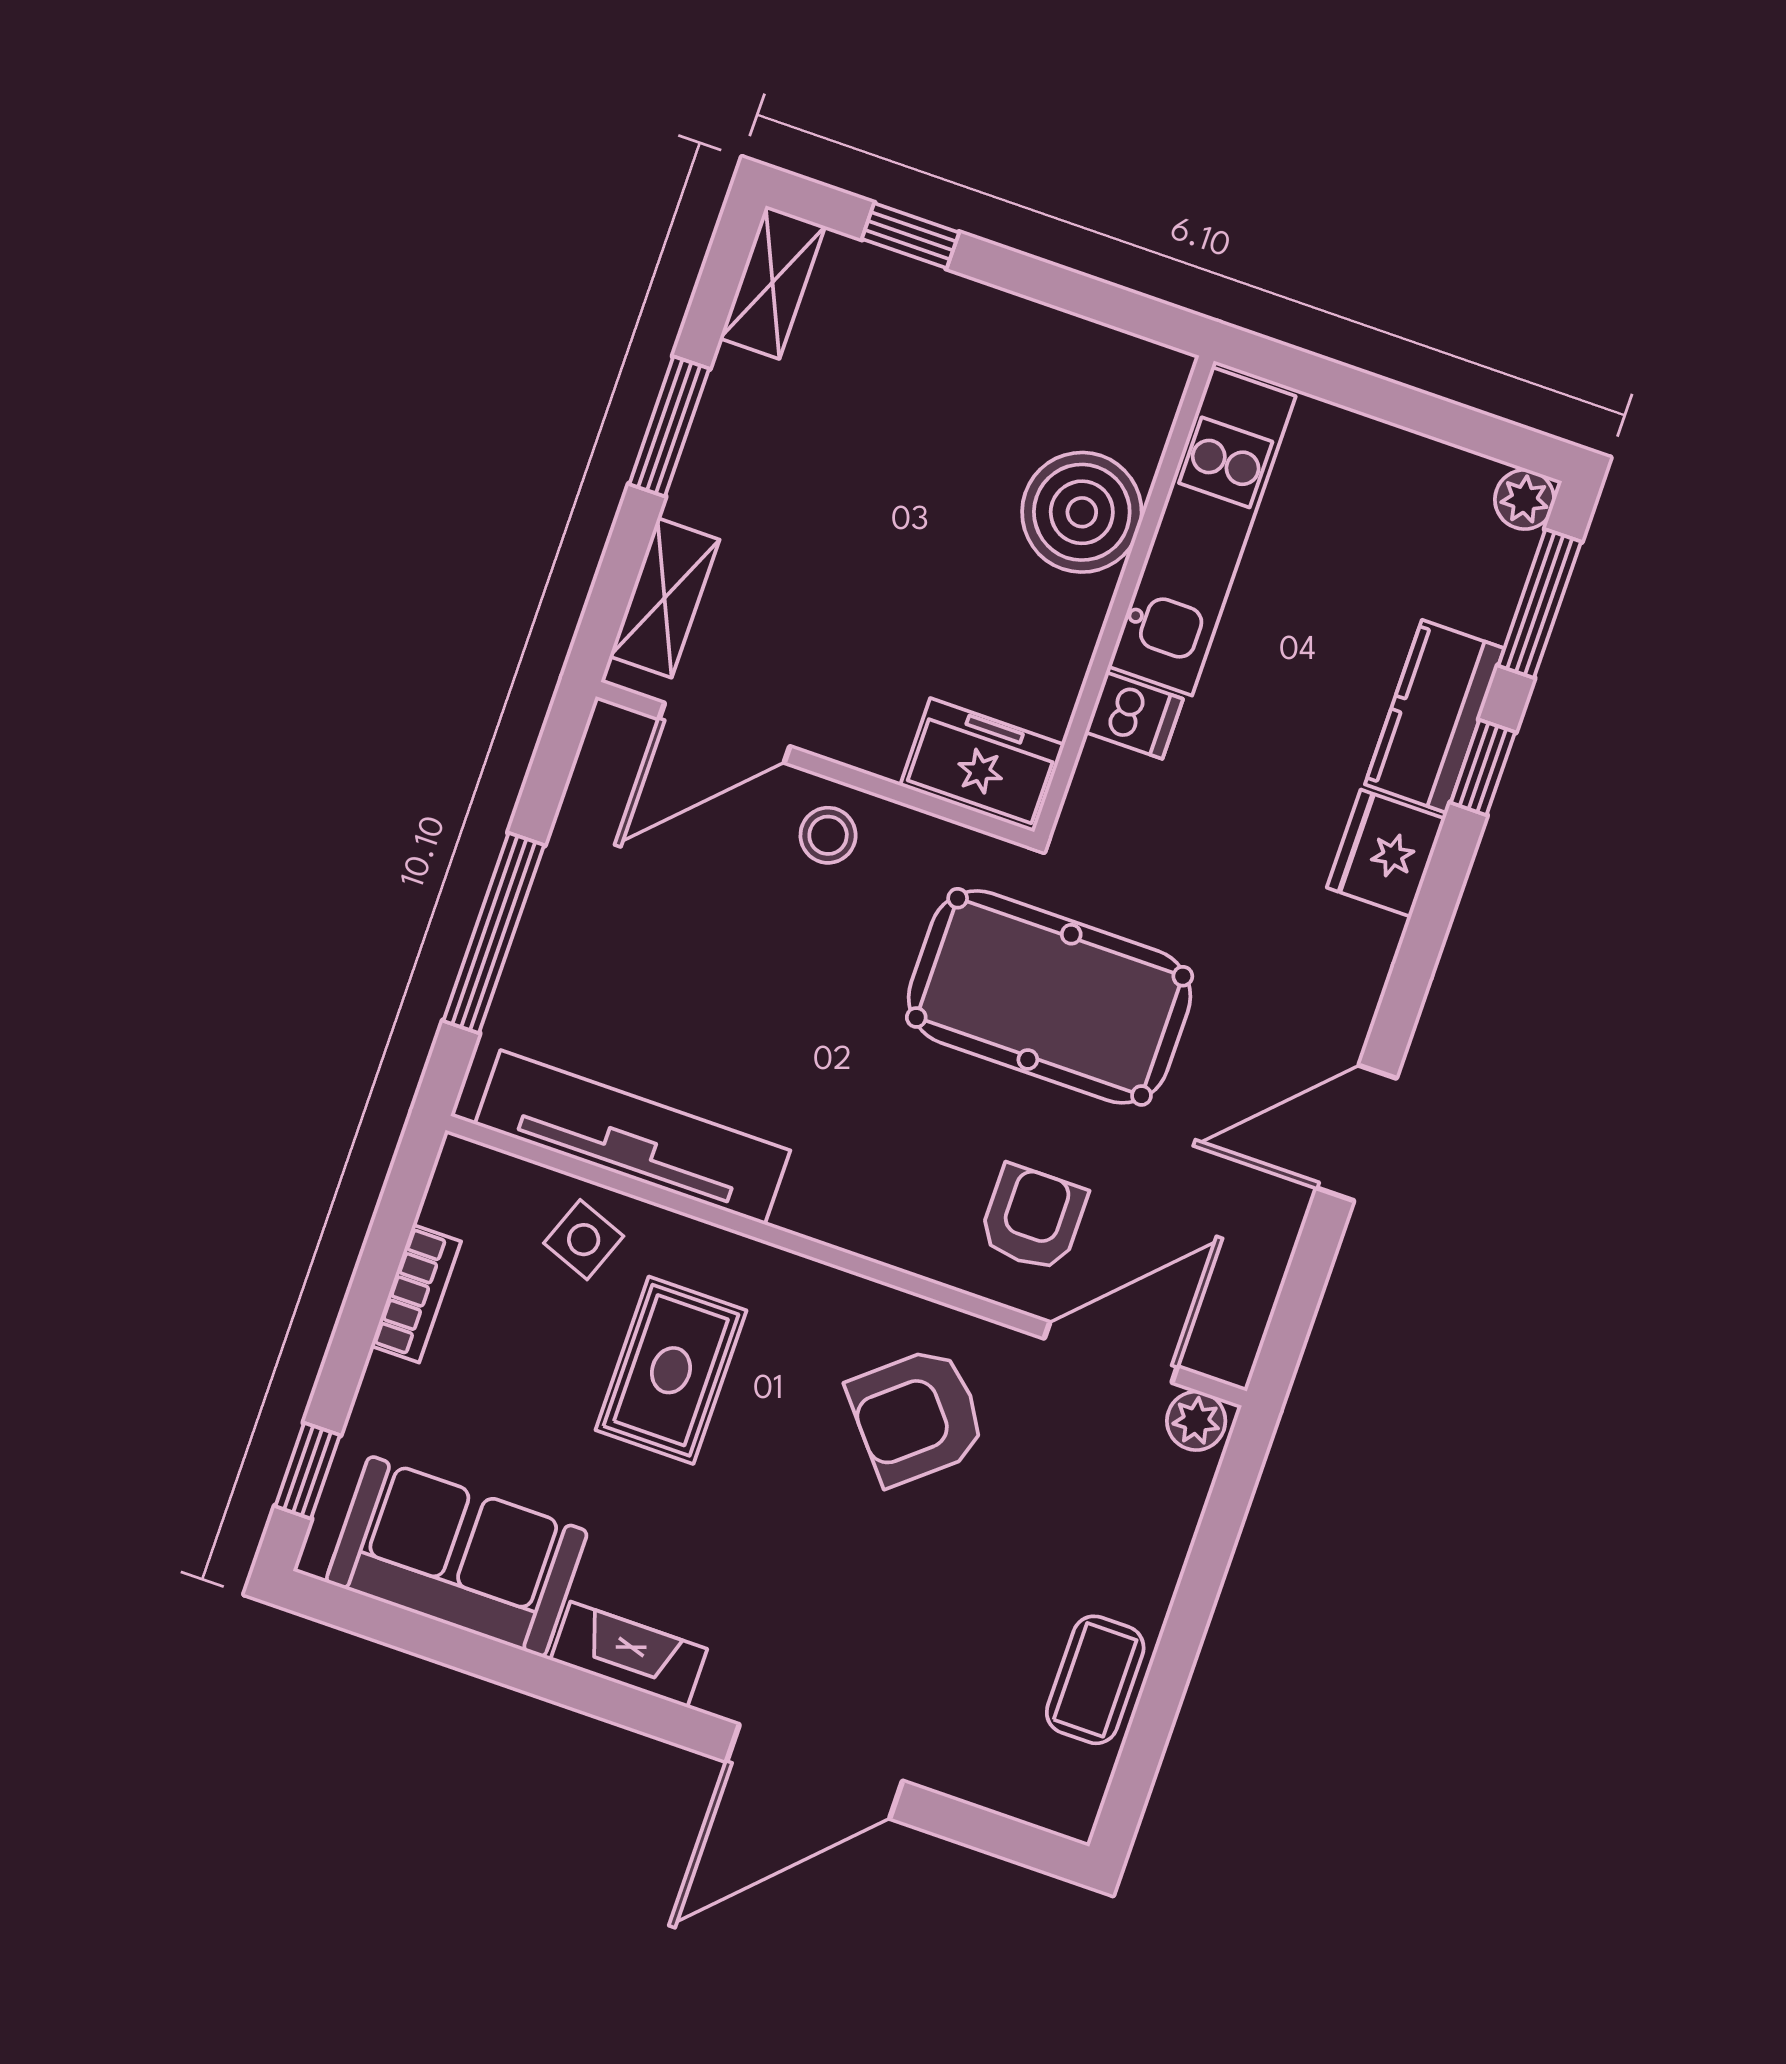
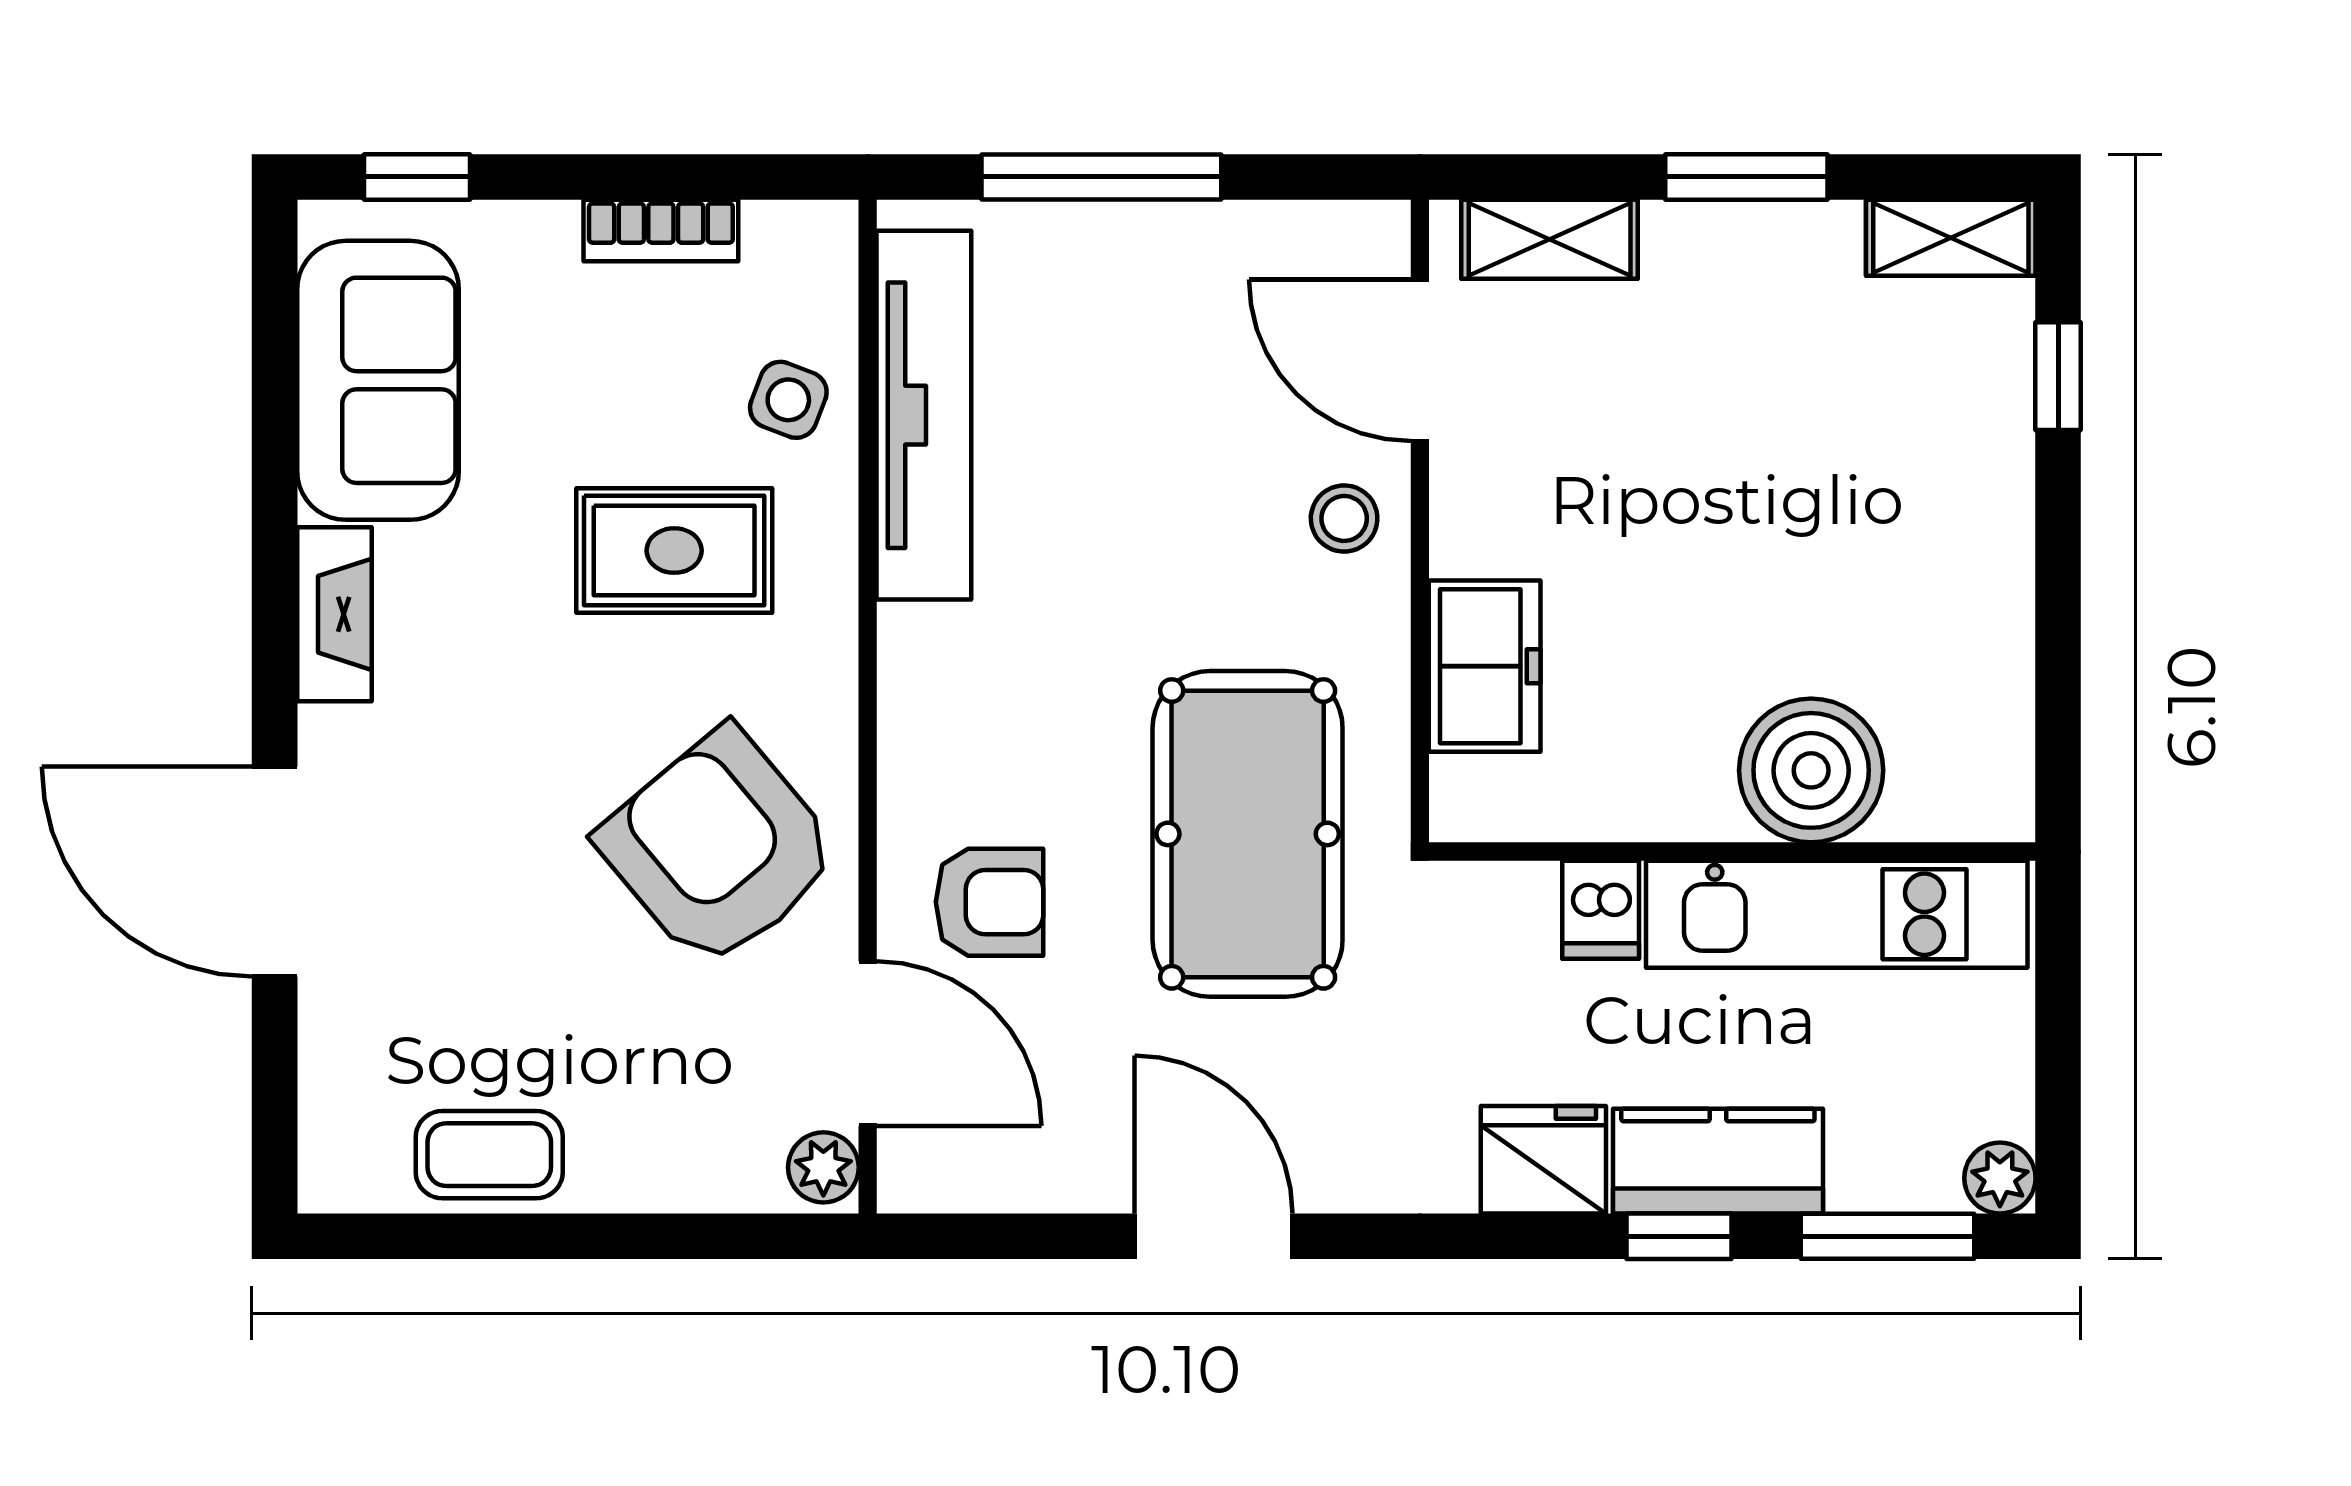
boiler: (1082, 512) -> (1811, 770), moved
kitchen unit: (1202, 531) -> (1837, 914), moved
wall: (1124, 596) -> (1732, 851), moved
dishwasher: (1134, 715) -> (1601, 910), moved
armchair: (917, 1416) -> (719, 848), width x1.36, depth x1.36

